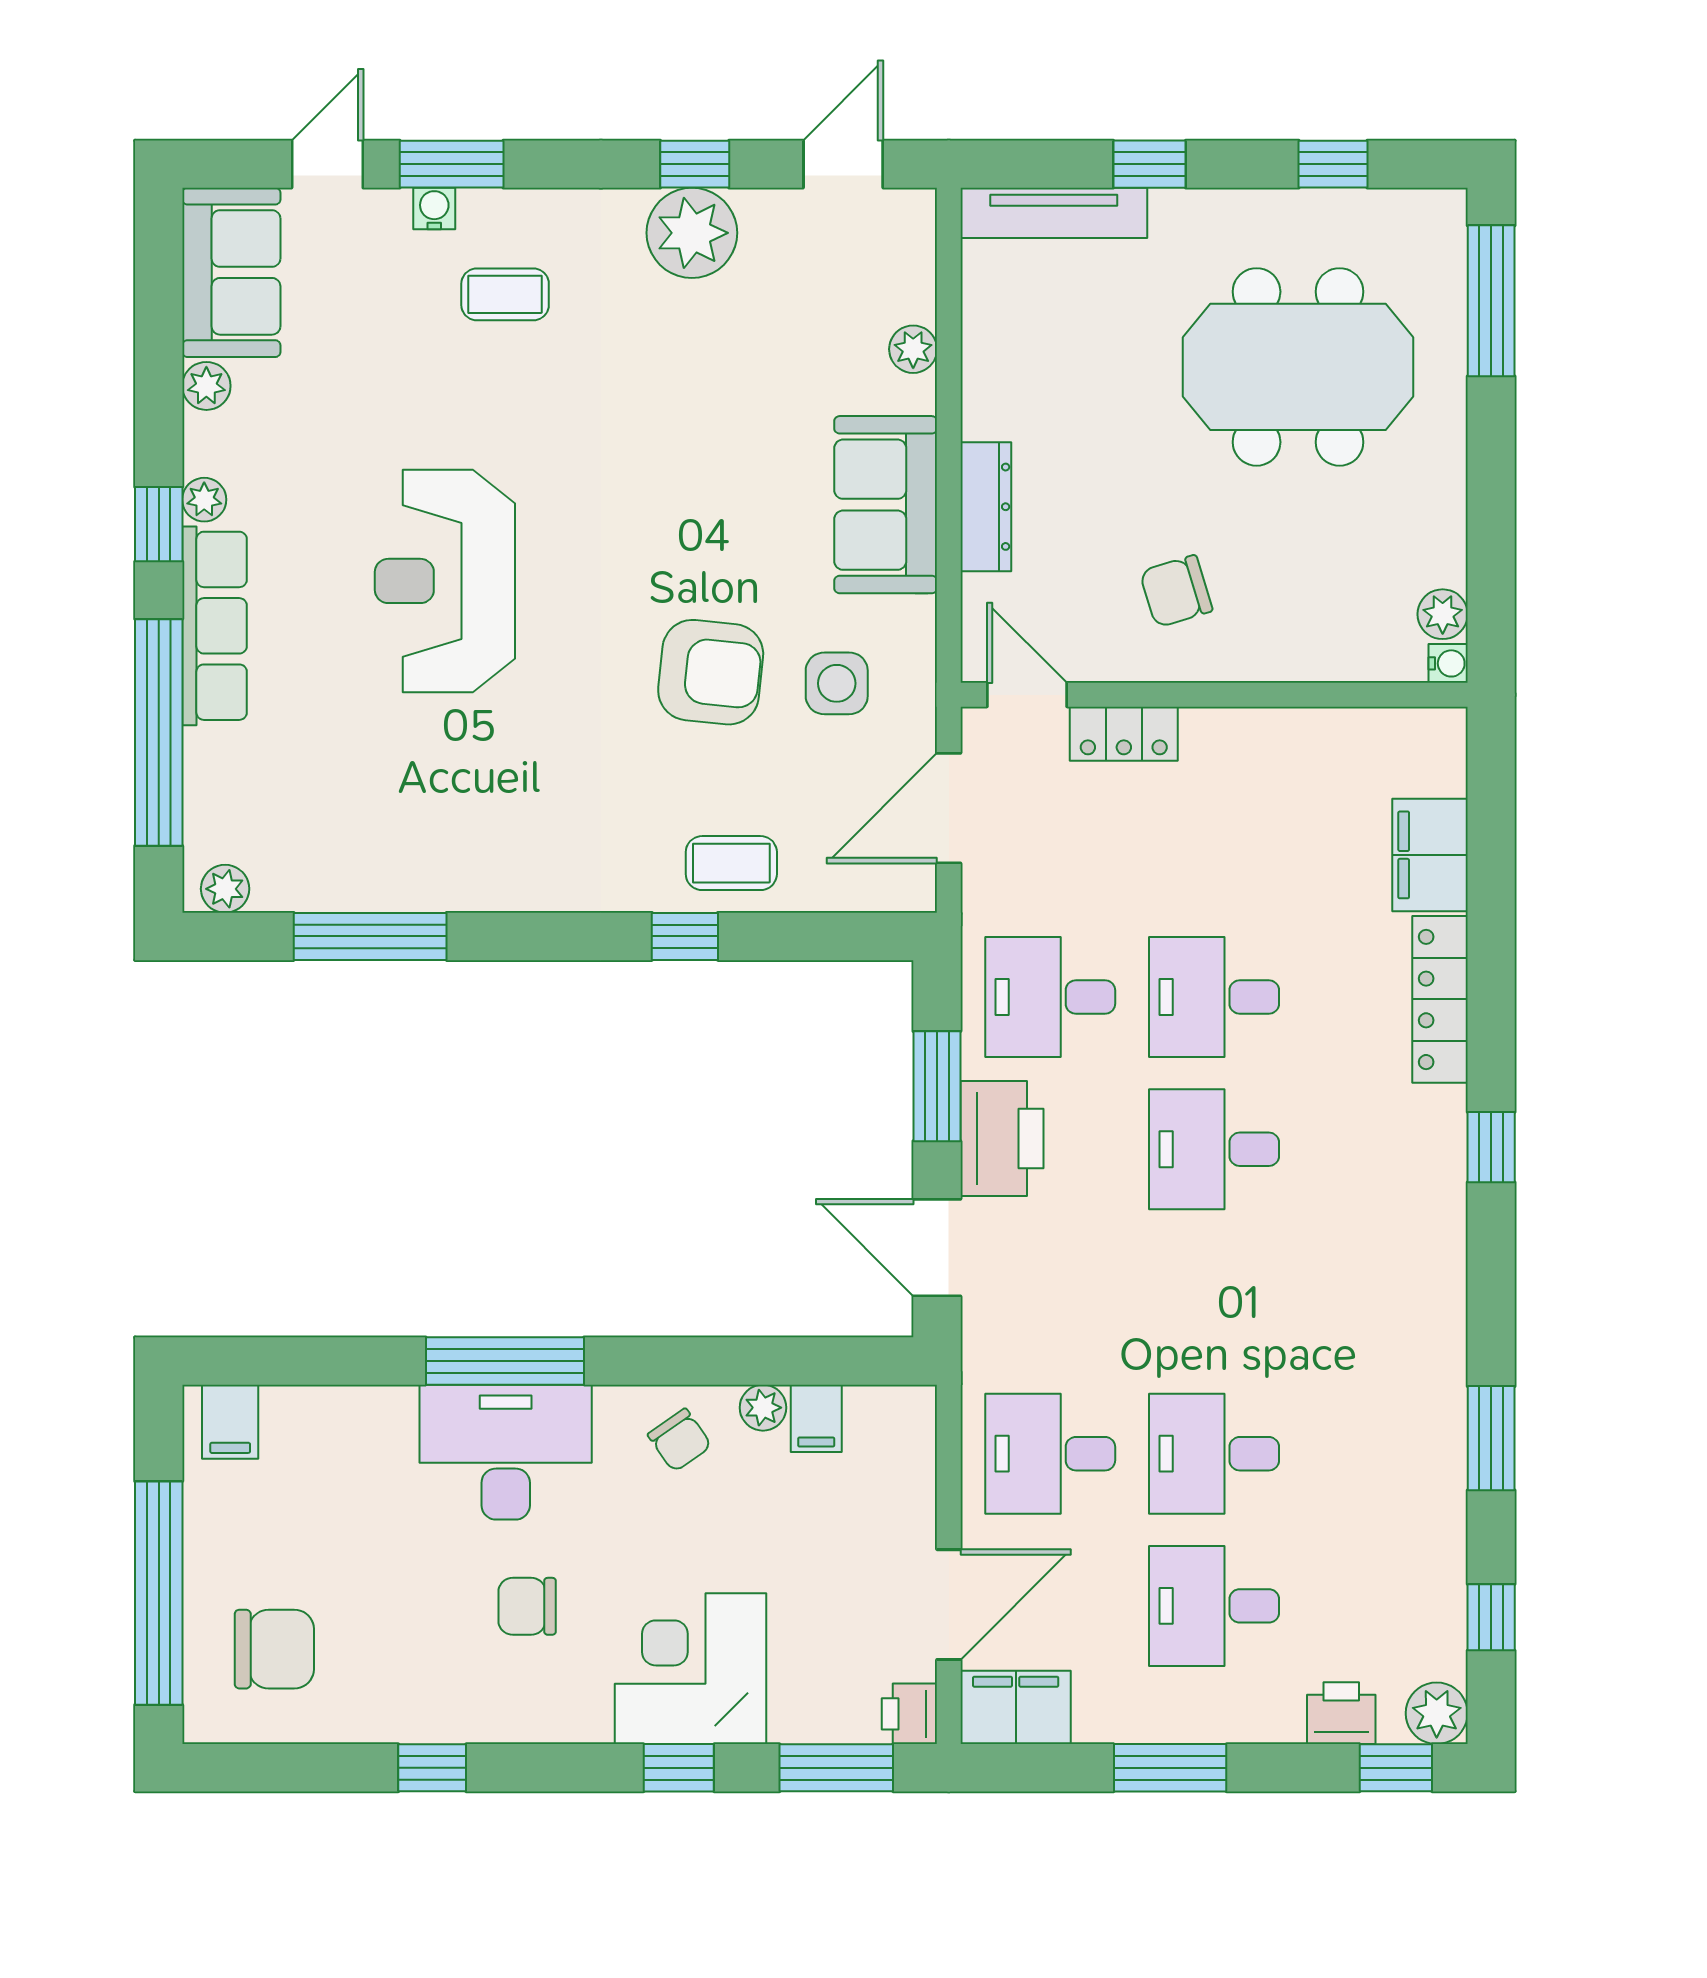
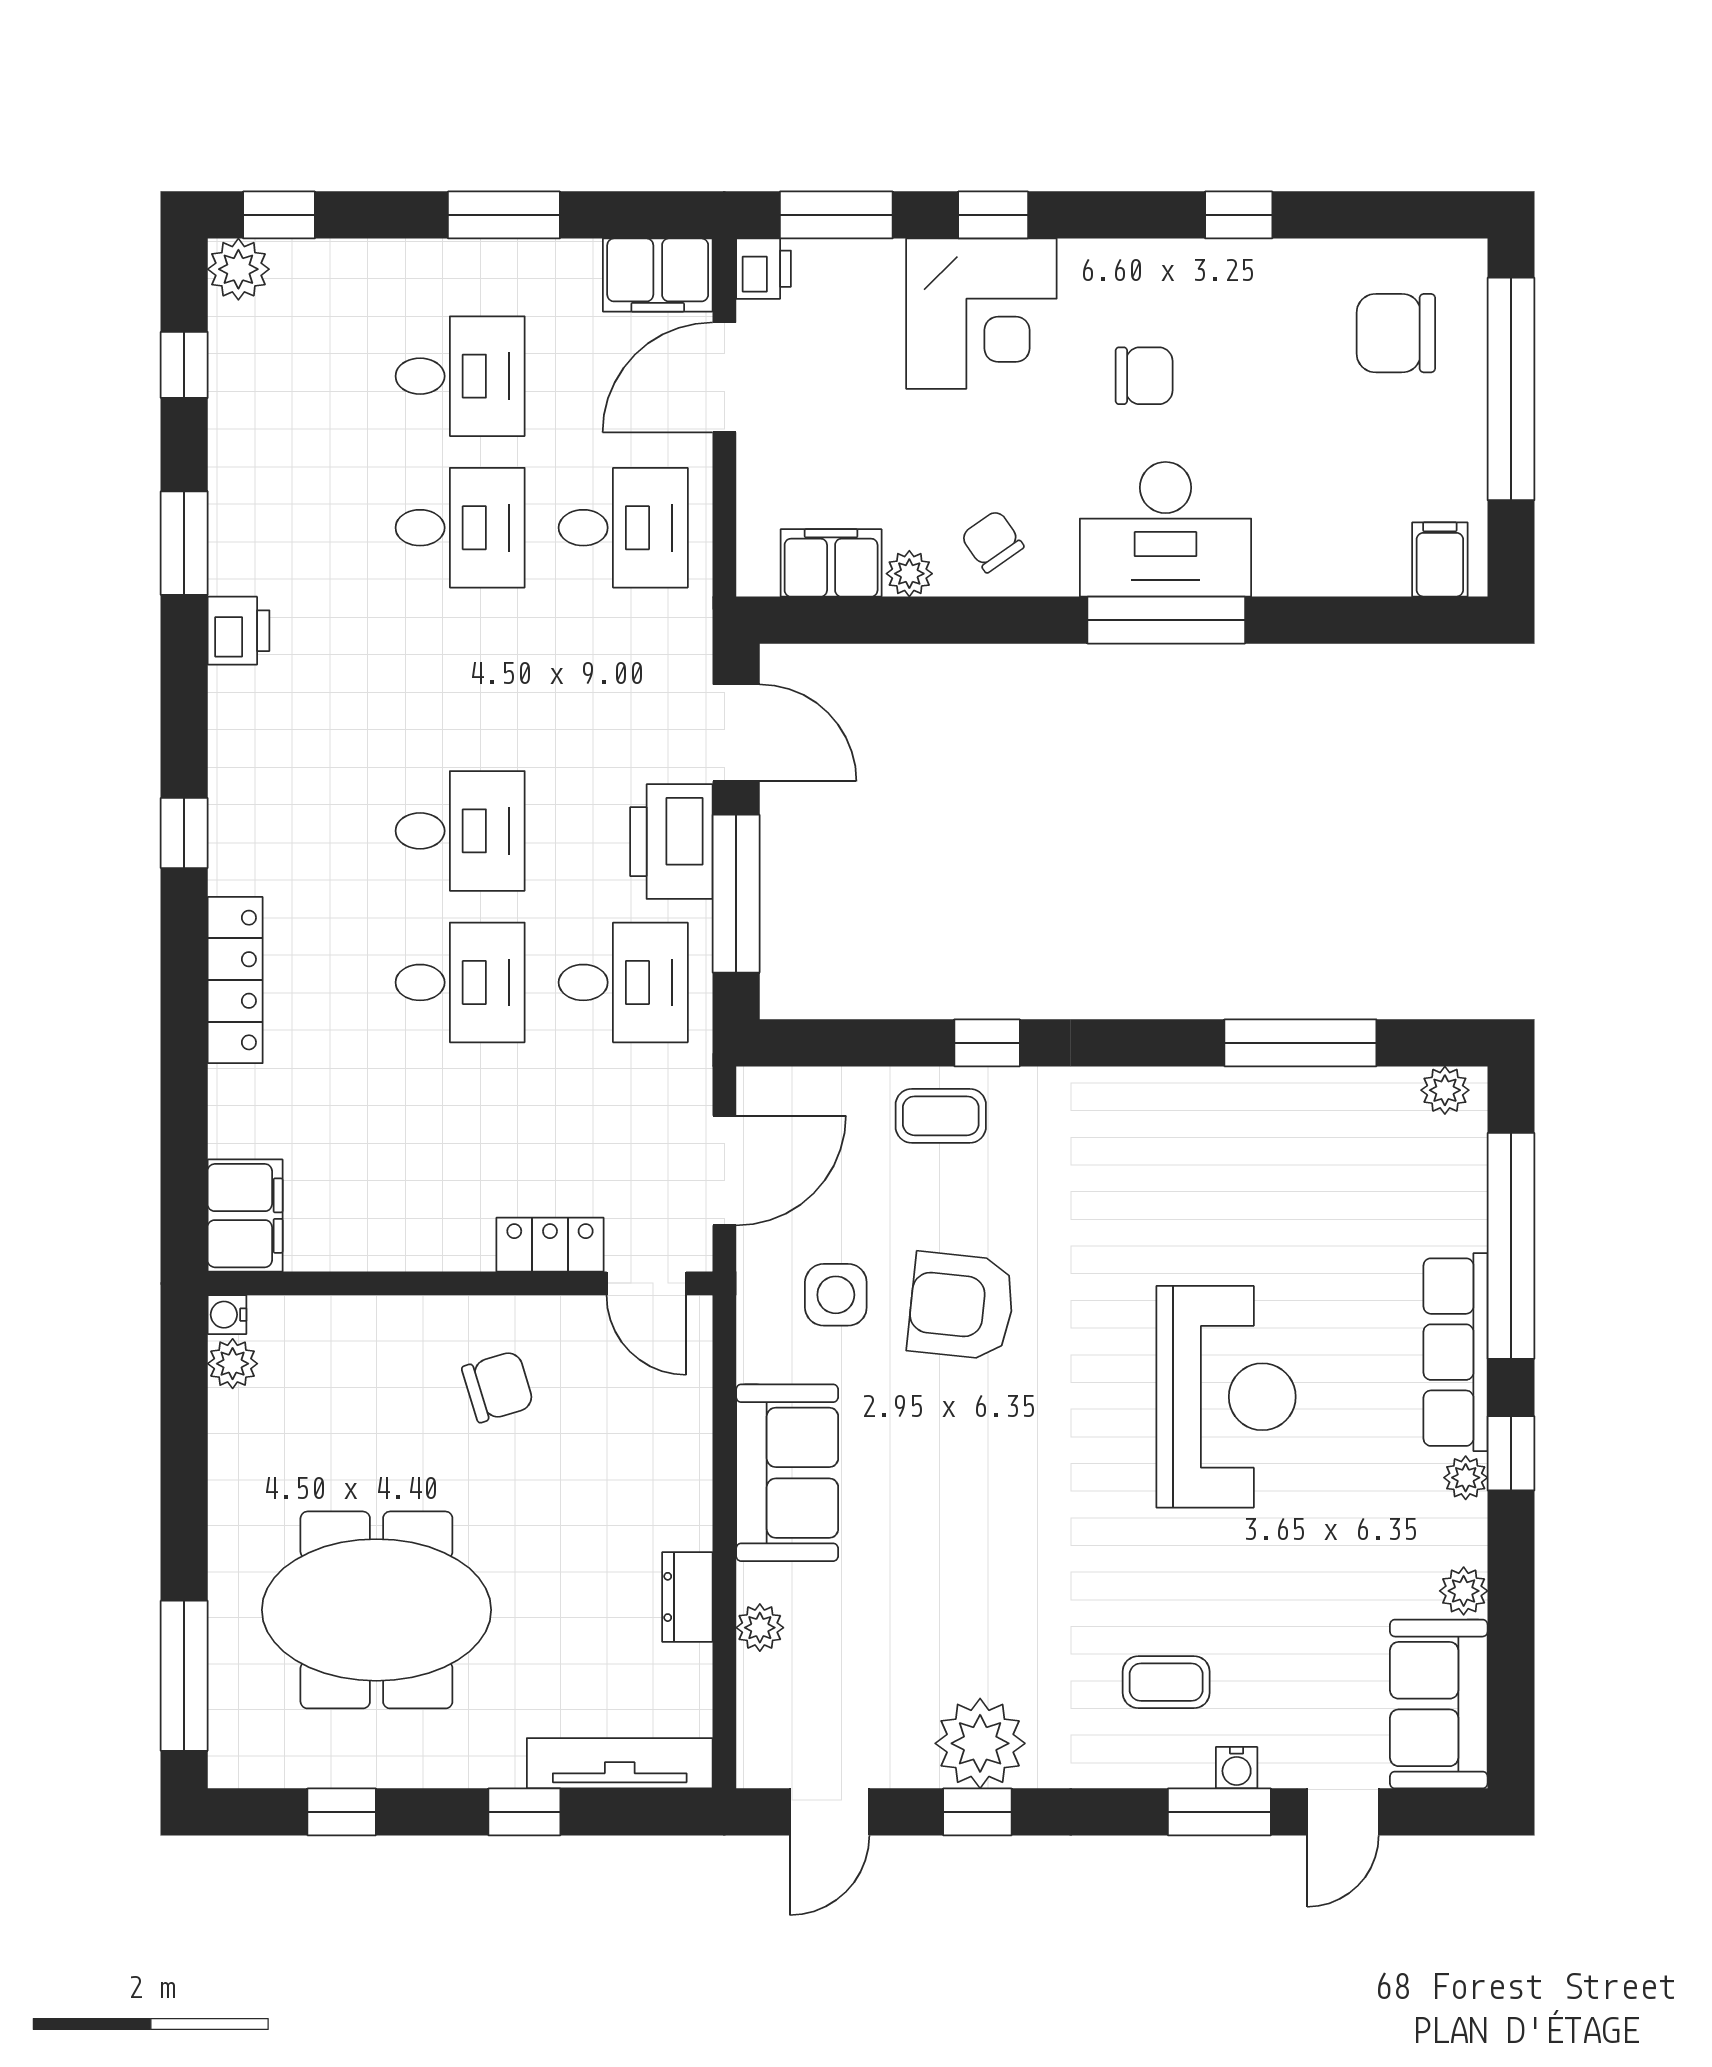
dresser: (986, 507) -> (687, 1597), moved, width x0.70
filing cabinet: (1430, 855) -> (245, 1216), moved
window: (937, 1086) -> (736, 894), width x1.44
filing cabinet: (816, 1418) -> (831, 563), width x2.00
printer: (1341, 1713) -> (239, 631), moved, turned -90

